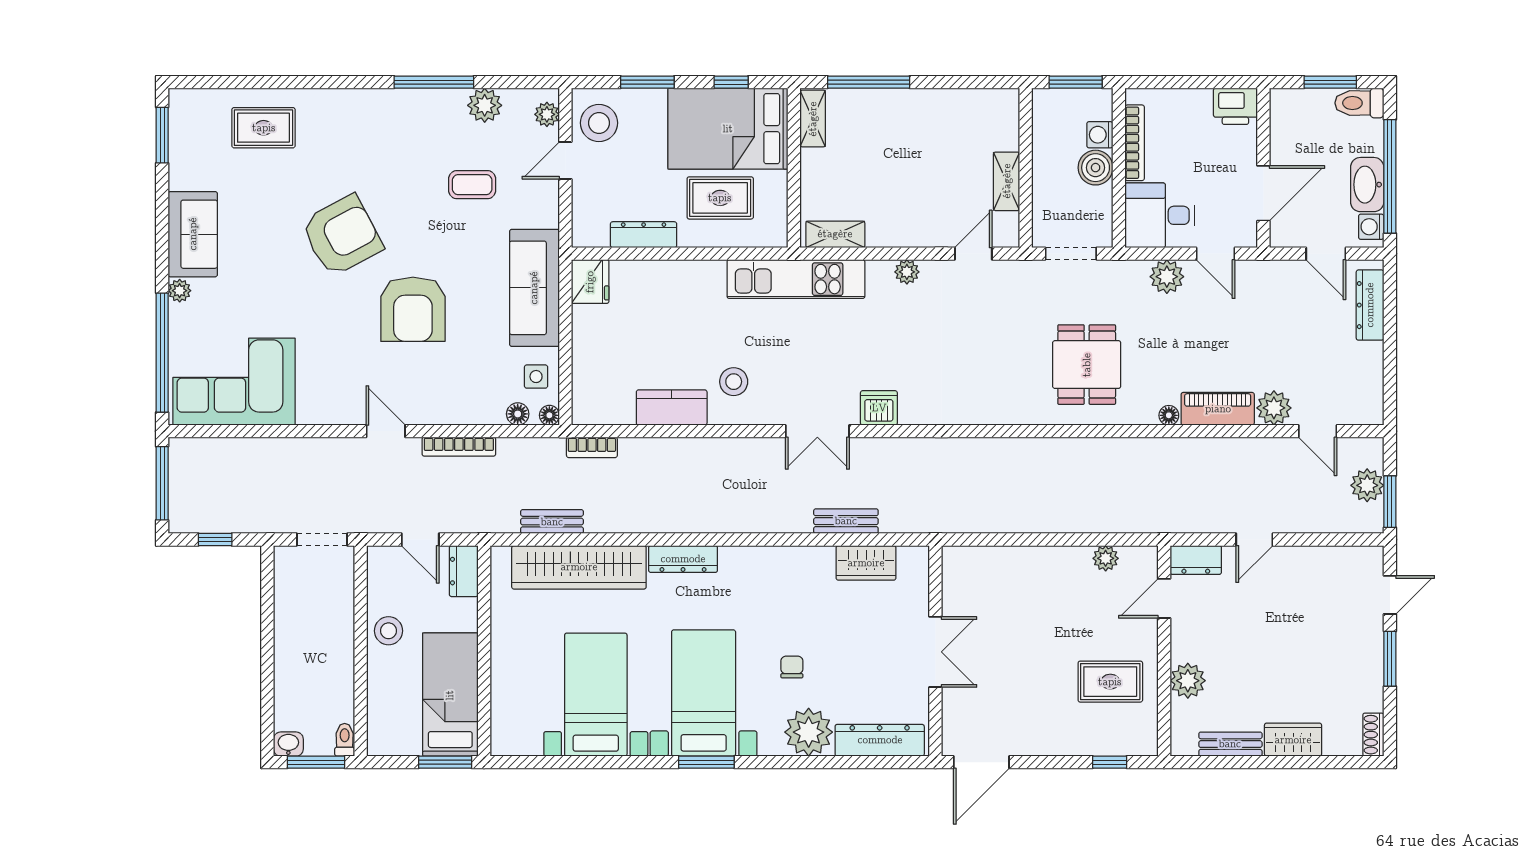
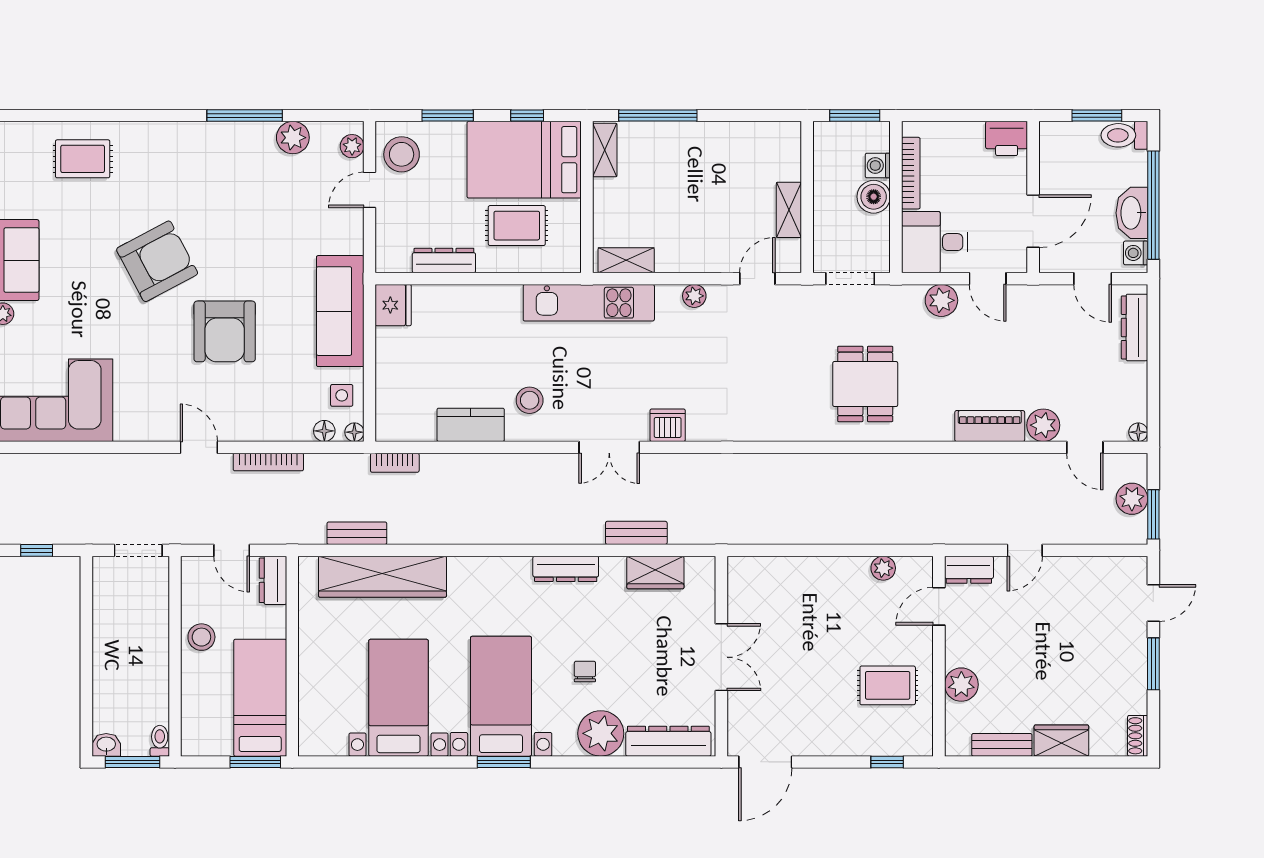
coffee table: (472, 185) -> (281, 213), removed
floor lamp: (1169, 415) -> (1138, 432), moved
dresser: (683, 559) -> (566, 569), moved

